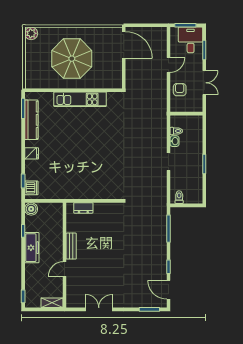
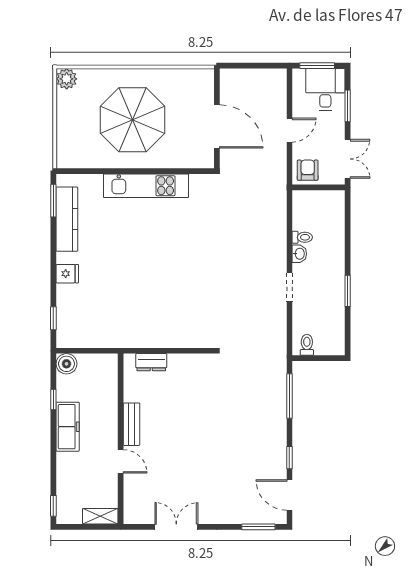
door: (124, 45) -> (217, 126), moved
wall: (186, 114) -> (319, 187), moved
dishwasher: (31, 188) -> (67, 330), removed
door: (64, 269) -> (121, 461), swing flipped

